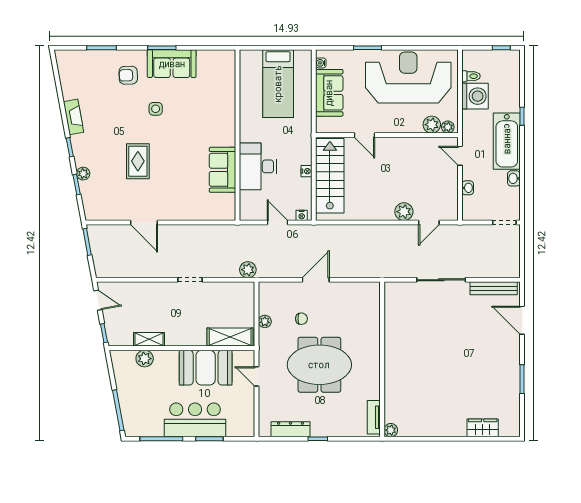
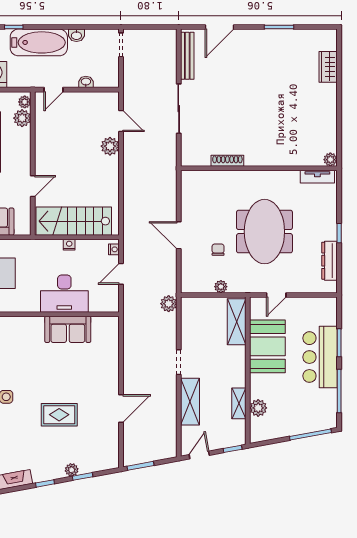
shelving: (151, 291) -> (190, 402), added
shoe rack: (390, 328) -> (227, 161), added

